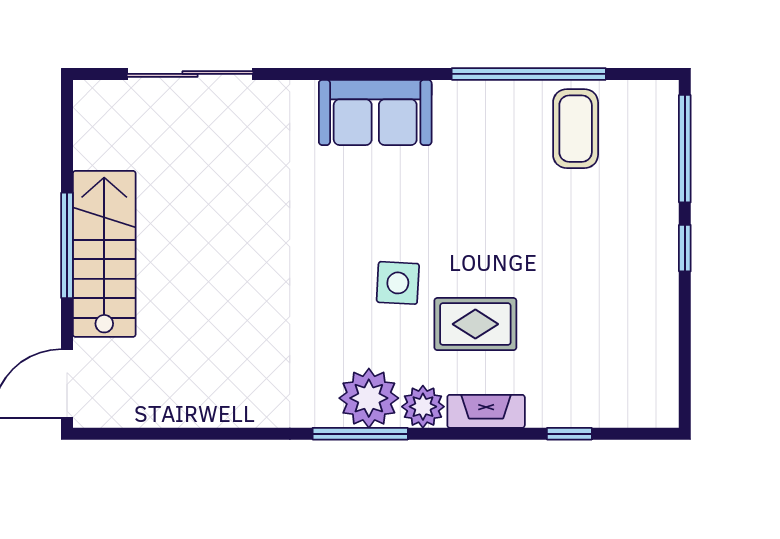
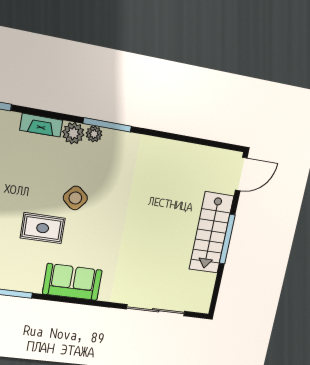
side table: (398, 283) -> (75, 198), turned 37
rug: (475, 324) -> (43, 228), moved
plant: (369, 398) -> (94, 134), width x0.53, depth x0.53

